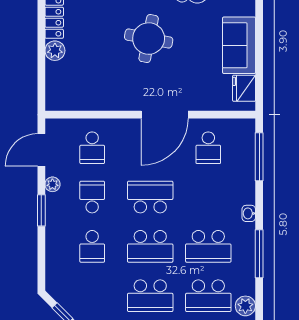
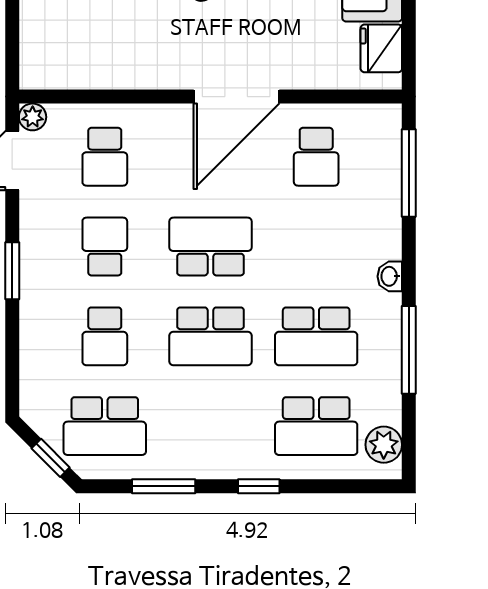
plant: (52, 184) -> (33, 117), moved
school desk: (150, 296) -> (105, 426), moved

